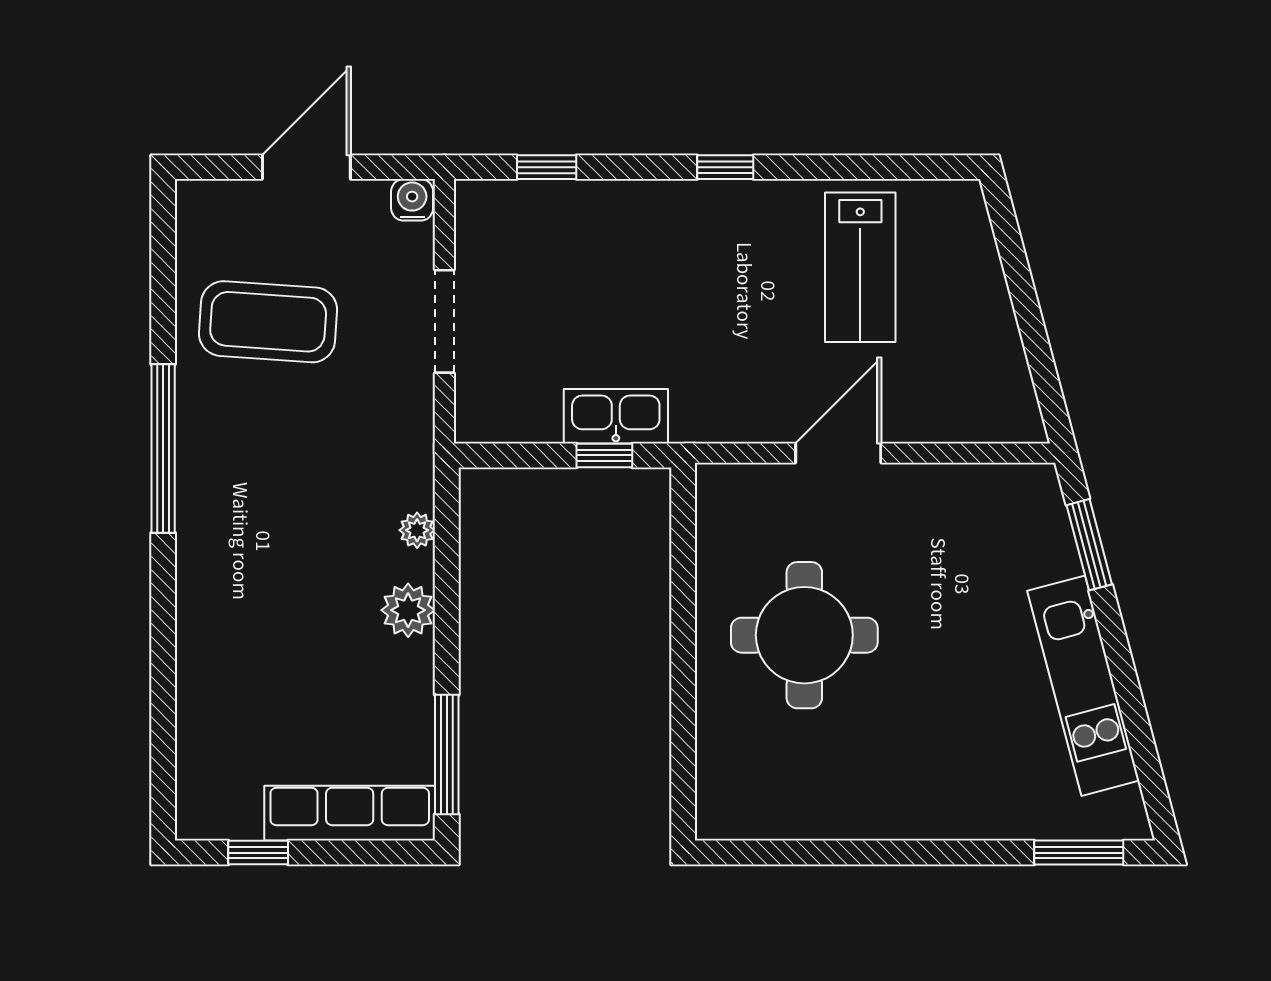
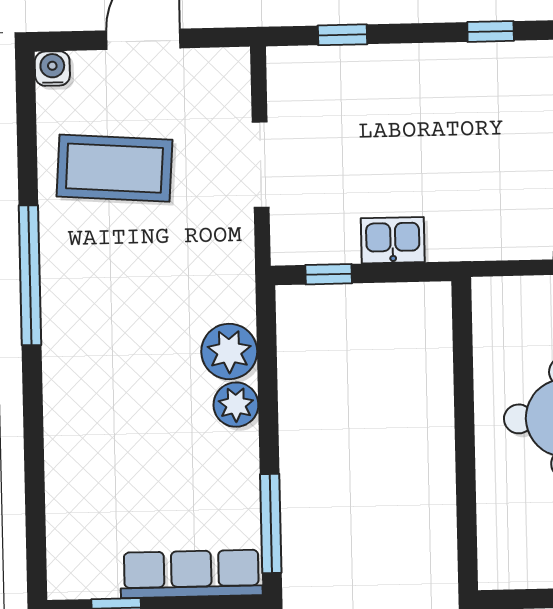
water cooler: (412, 200) -> (52, 68), moved
kitchen sink: (616, 416) -> (393, 240), width x0.73
window: (604, 455) -> (329, 274), moved
plant: (417, 530) -> (229, 351), width x1.88, depth x1.88

